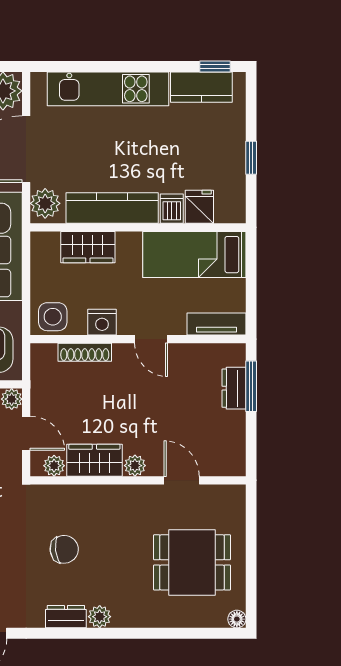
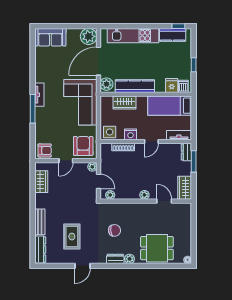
dishwasher: (172, 209) -> (183, 86), moved
door: (151, 339) -> (151, 141), hinge flipped
dresser: (234, 388) -> (186, 152), moved
wardrobe: (94, 460) -> (185, 188), moved, turned -90
dining table: (192, 562) -> (157, 248), moved

